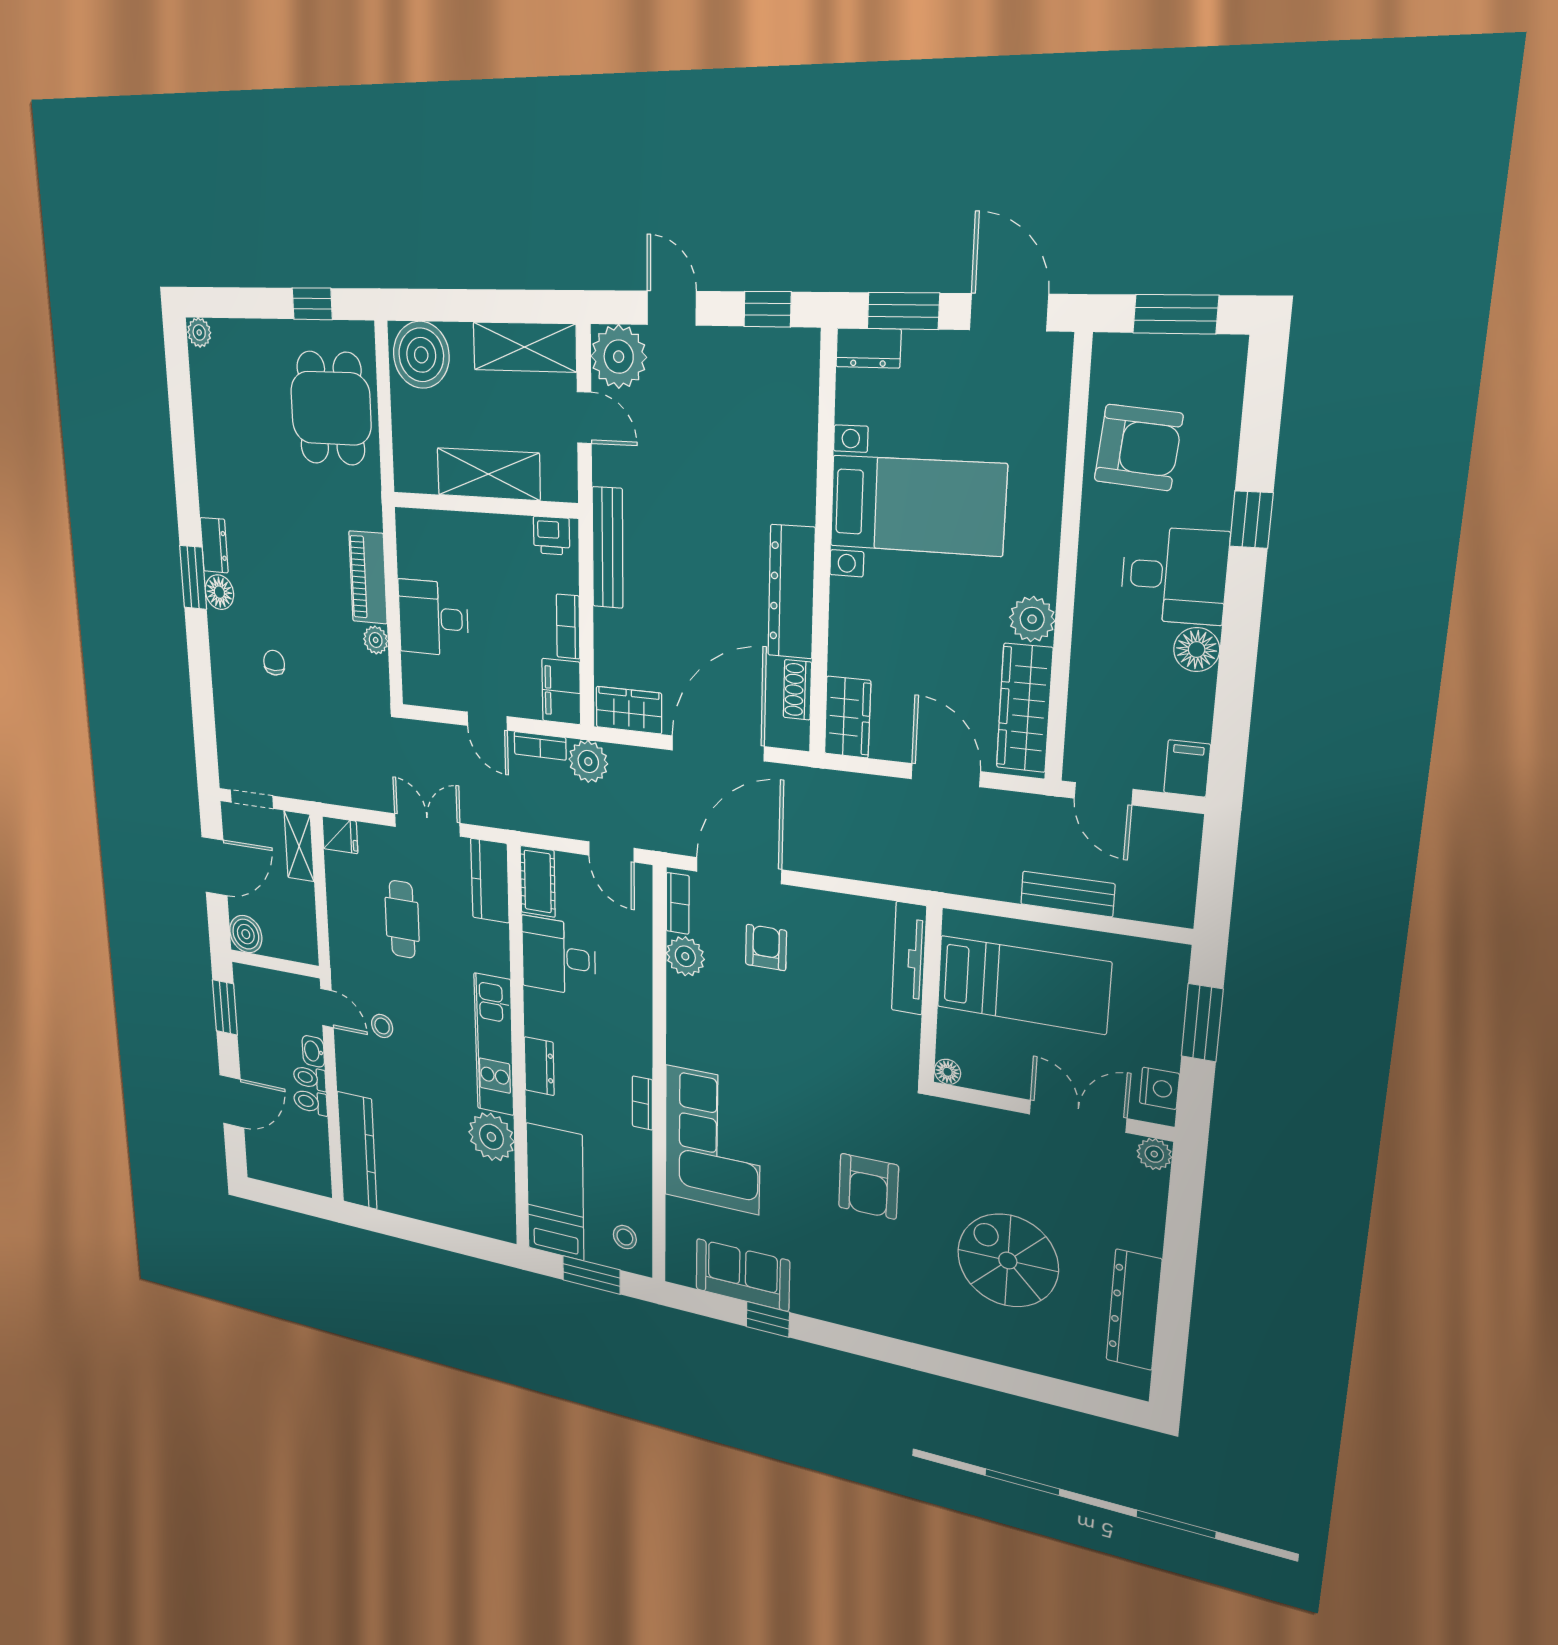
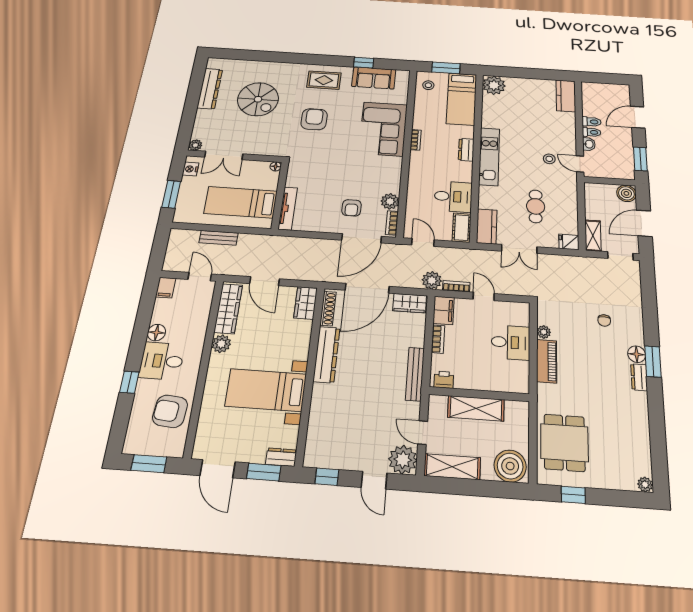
shoe rack: (797, 690) -> (328, 309), width x1.43
plant: (491, 1137) -> (494, 85), moved
kitchen counter: (357, 1151) -> (566, 96), width x0.67
rug: (855, 1288) -> (324, 80), added

